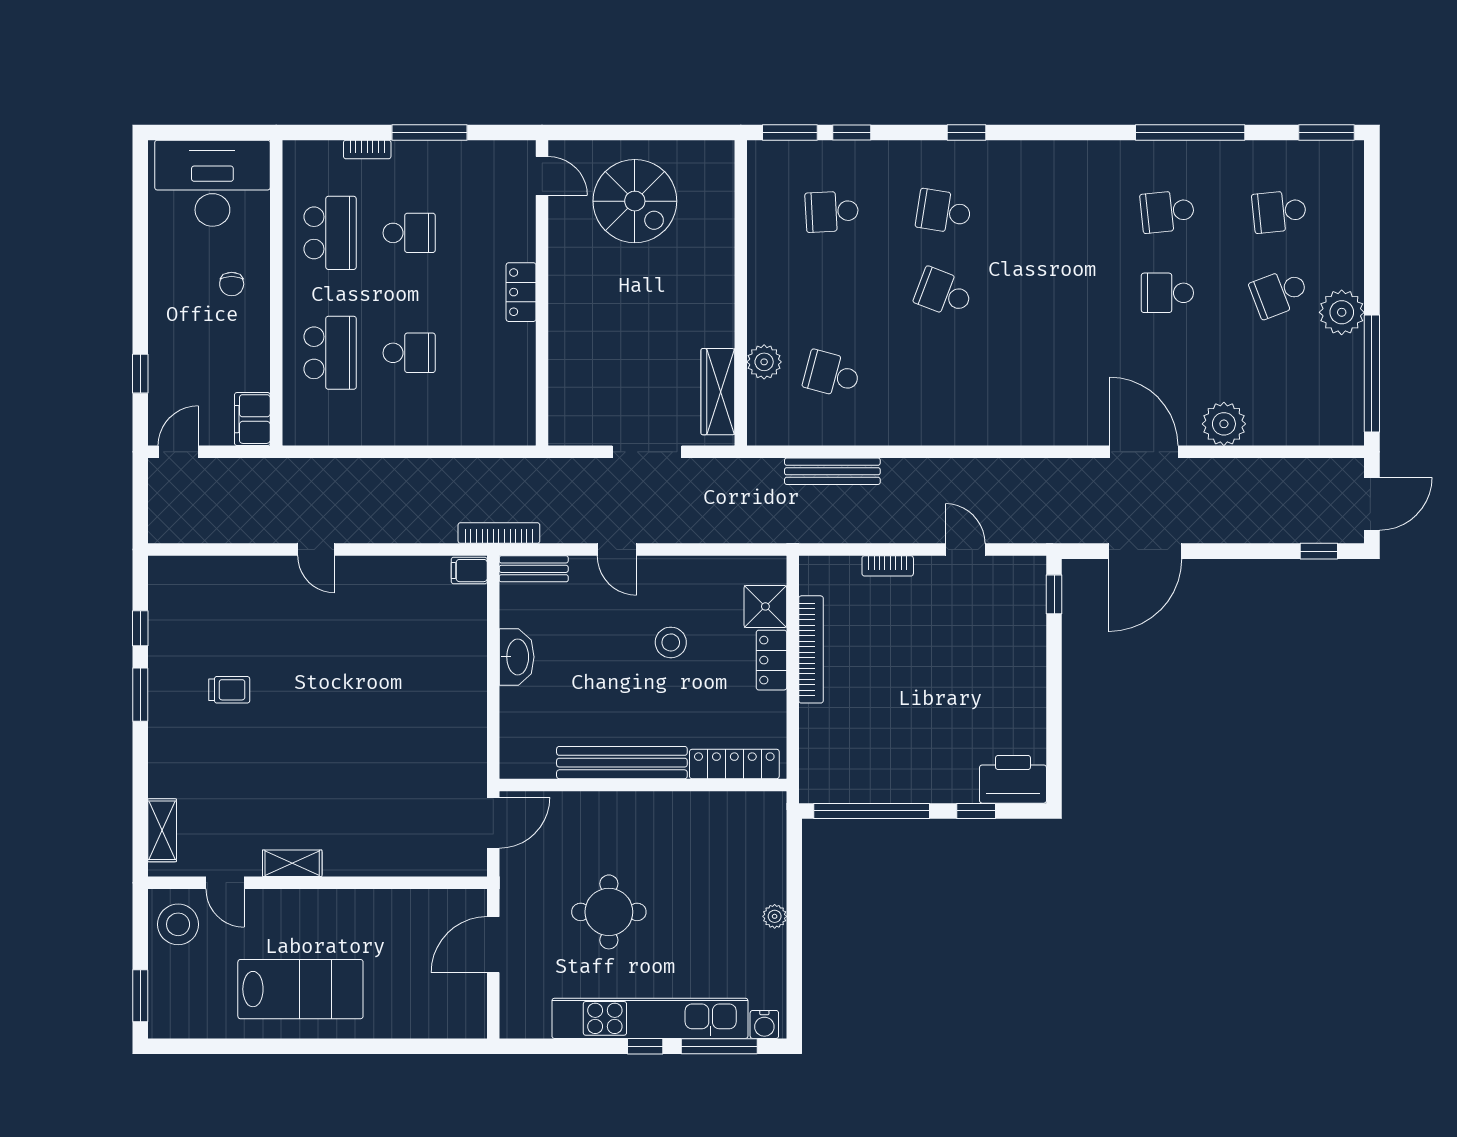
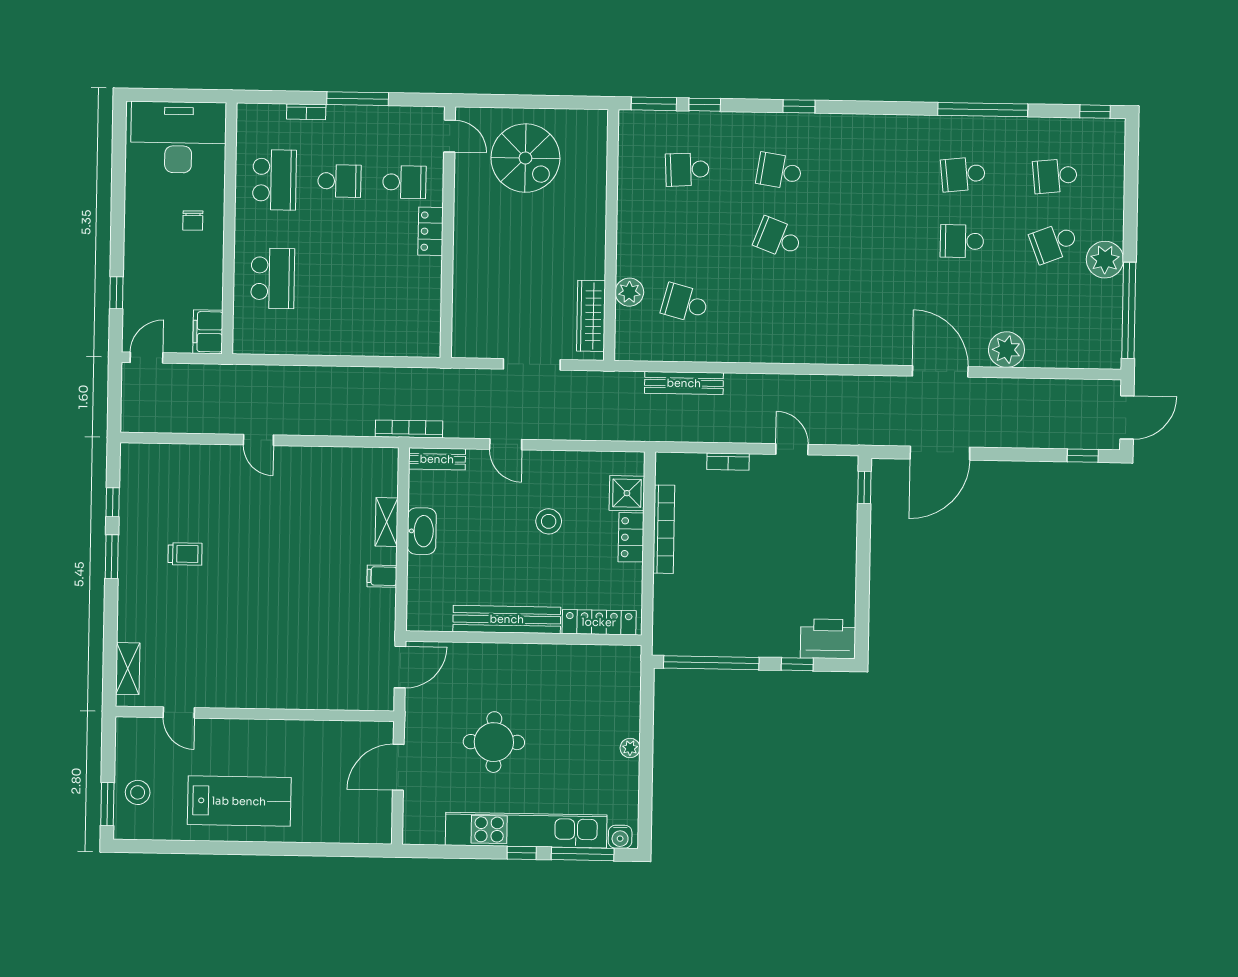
window: (1326, 132) -> (1095, 112), width x0.67
school desk: (409, 353) -> (404, 182), moved
filing cabinet: (469, 571) -> (382, 576), moved
shelving: (292, 863) -> (387, 522), moved, turned 90
stool: (178, 924) -> (138, 792), moved, width x0.73, depth x0.73

